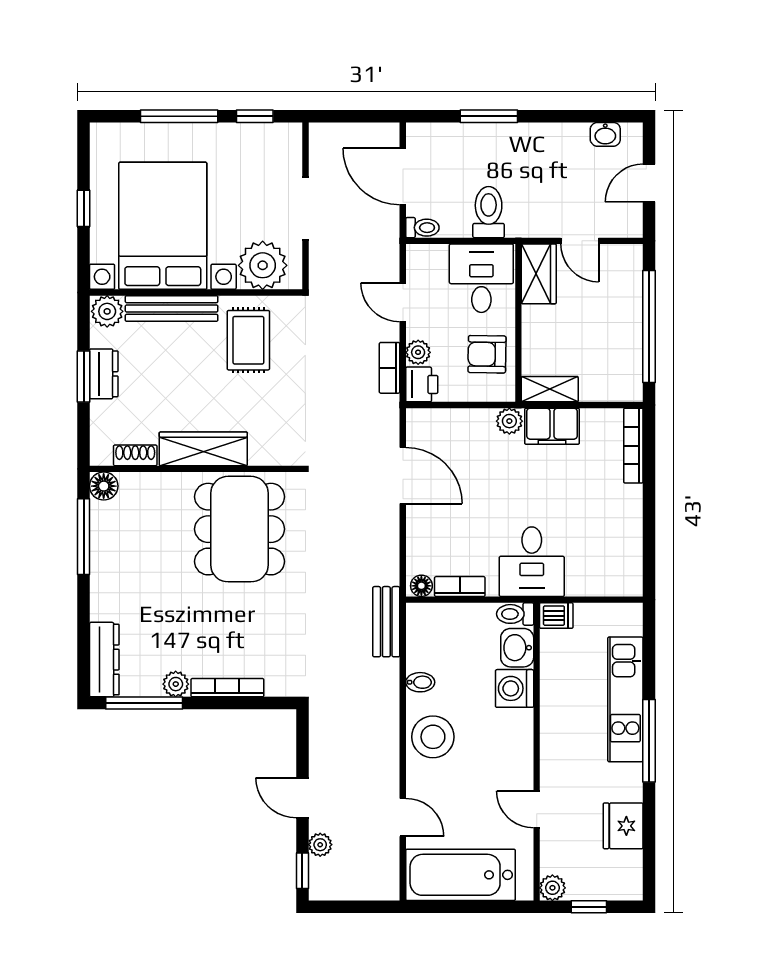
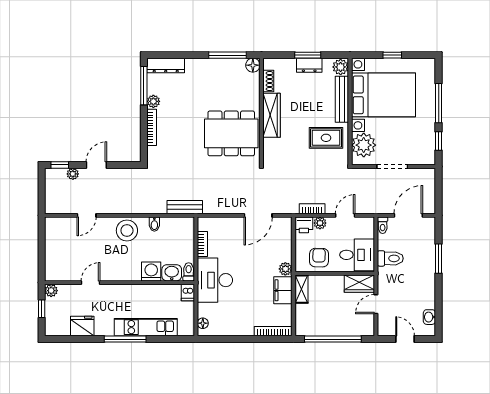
desk: (532, 562) -> (215, 280), width x1.37
floor lamp: (421, 586) -> (203, 323), moved
bathtub: (461, 875) -> (58, 244), removed

